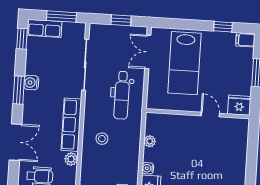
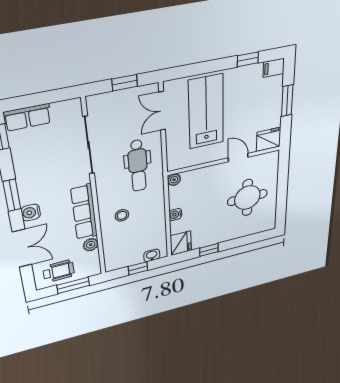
window: (61, 17) -> (47, 97), removed
lab bench: (184, 63) -> (206, 112), turned 180
water cooler: (31, 83) -> (31, 212), moved
plant: (150, 141) -> (174, 180), moved
round table: (217, 159) -> (247, 198), added
water cooler: (148, 168) -> (175, 214), moved

